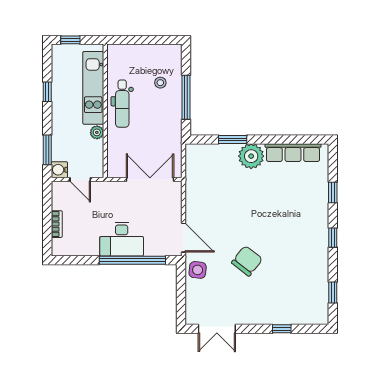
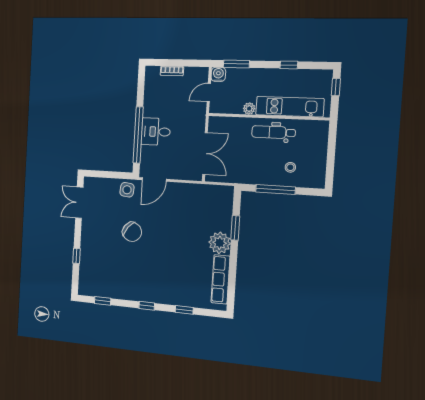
desk: (122, 239) -> (156, 132), width x0.73

